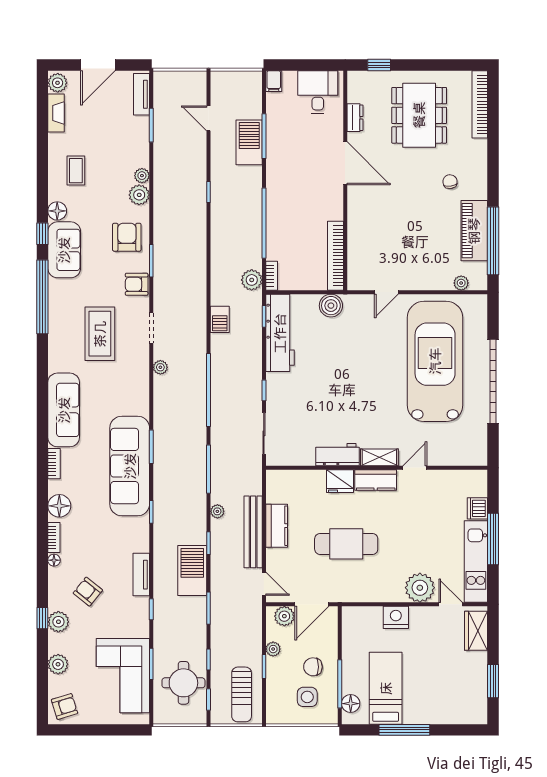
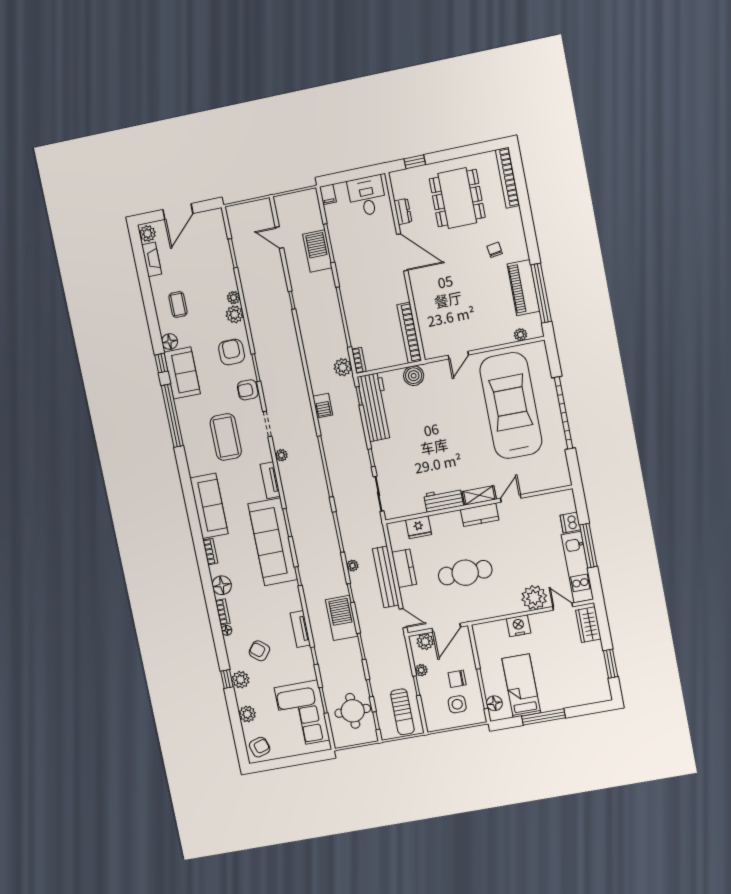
tv unit: (141, 94) -> (270, 480), moved
fridge: (340, 481) -> (419, 527), moved

